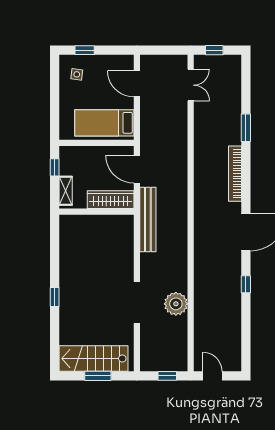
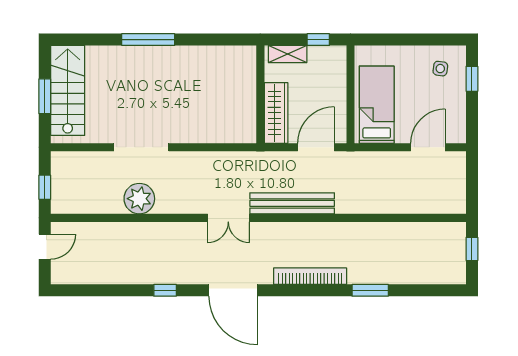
double door: (191, 85) -> (228, 218), moved
bench: (148, 219) -> (292, 203), moved
window: (55, 297) -> (148, 40), width x2.17

